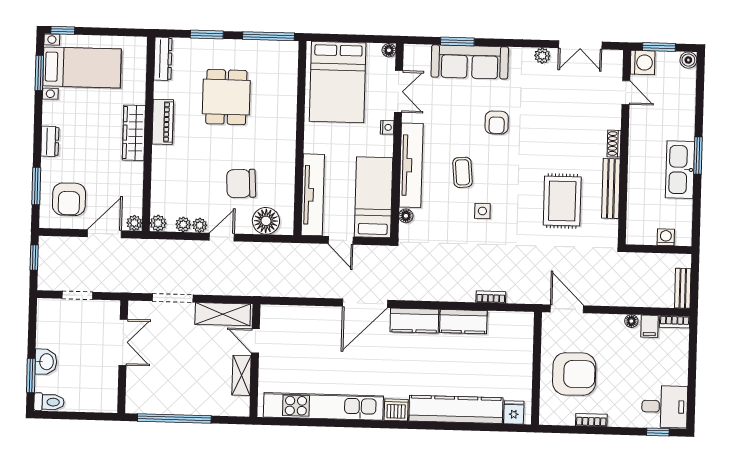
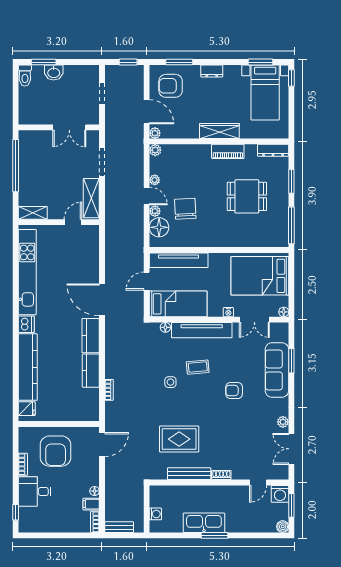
plant: (183, 224) -> (155, 211), moved
shelving: (242, 375) -> (33, 213), moved
desk: (665, 407) -> (35, 491), moved, turned 90

